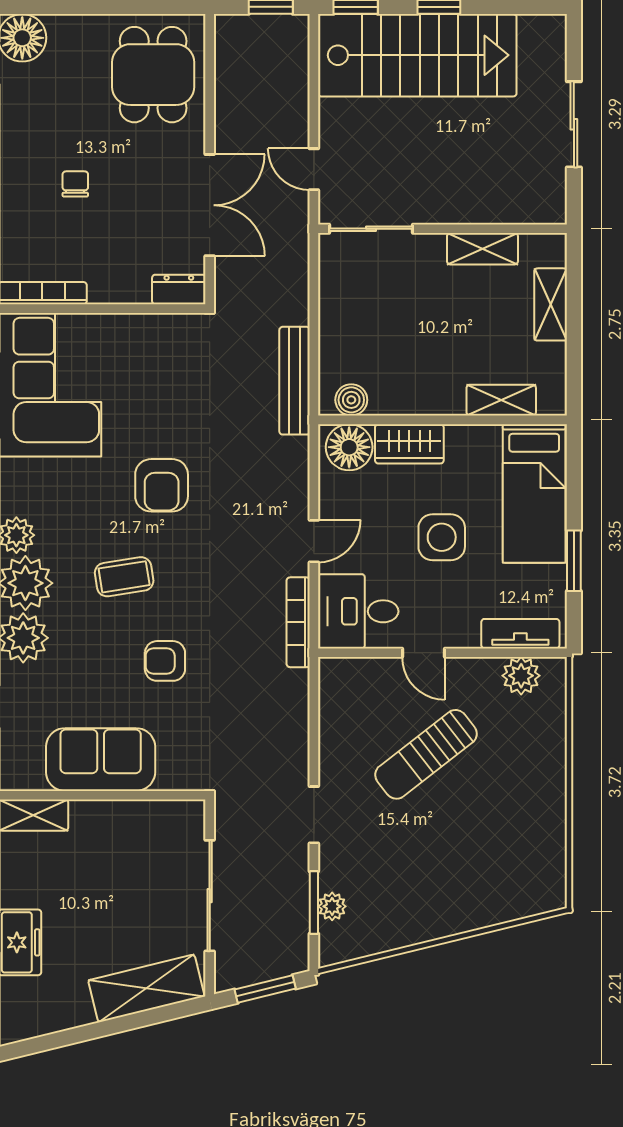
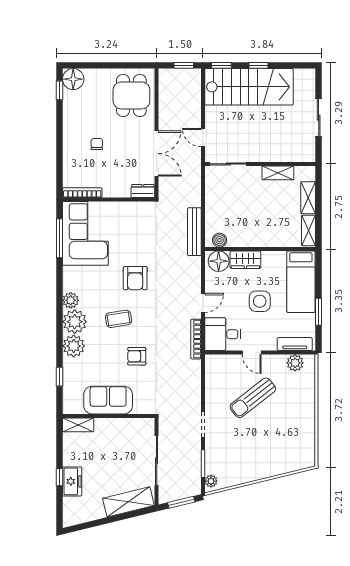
shelving: (501, 400) -> (309, 230), moved, turned 90
plant: (332, 906) -> (211, 481), moved

